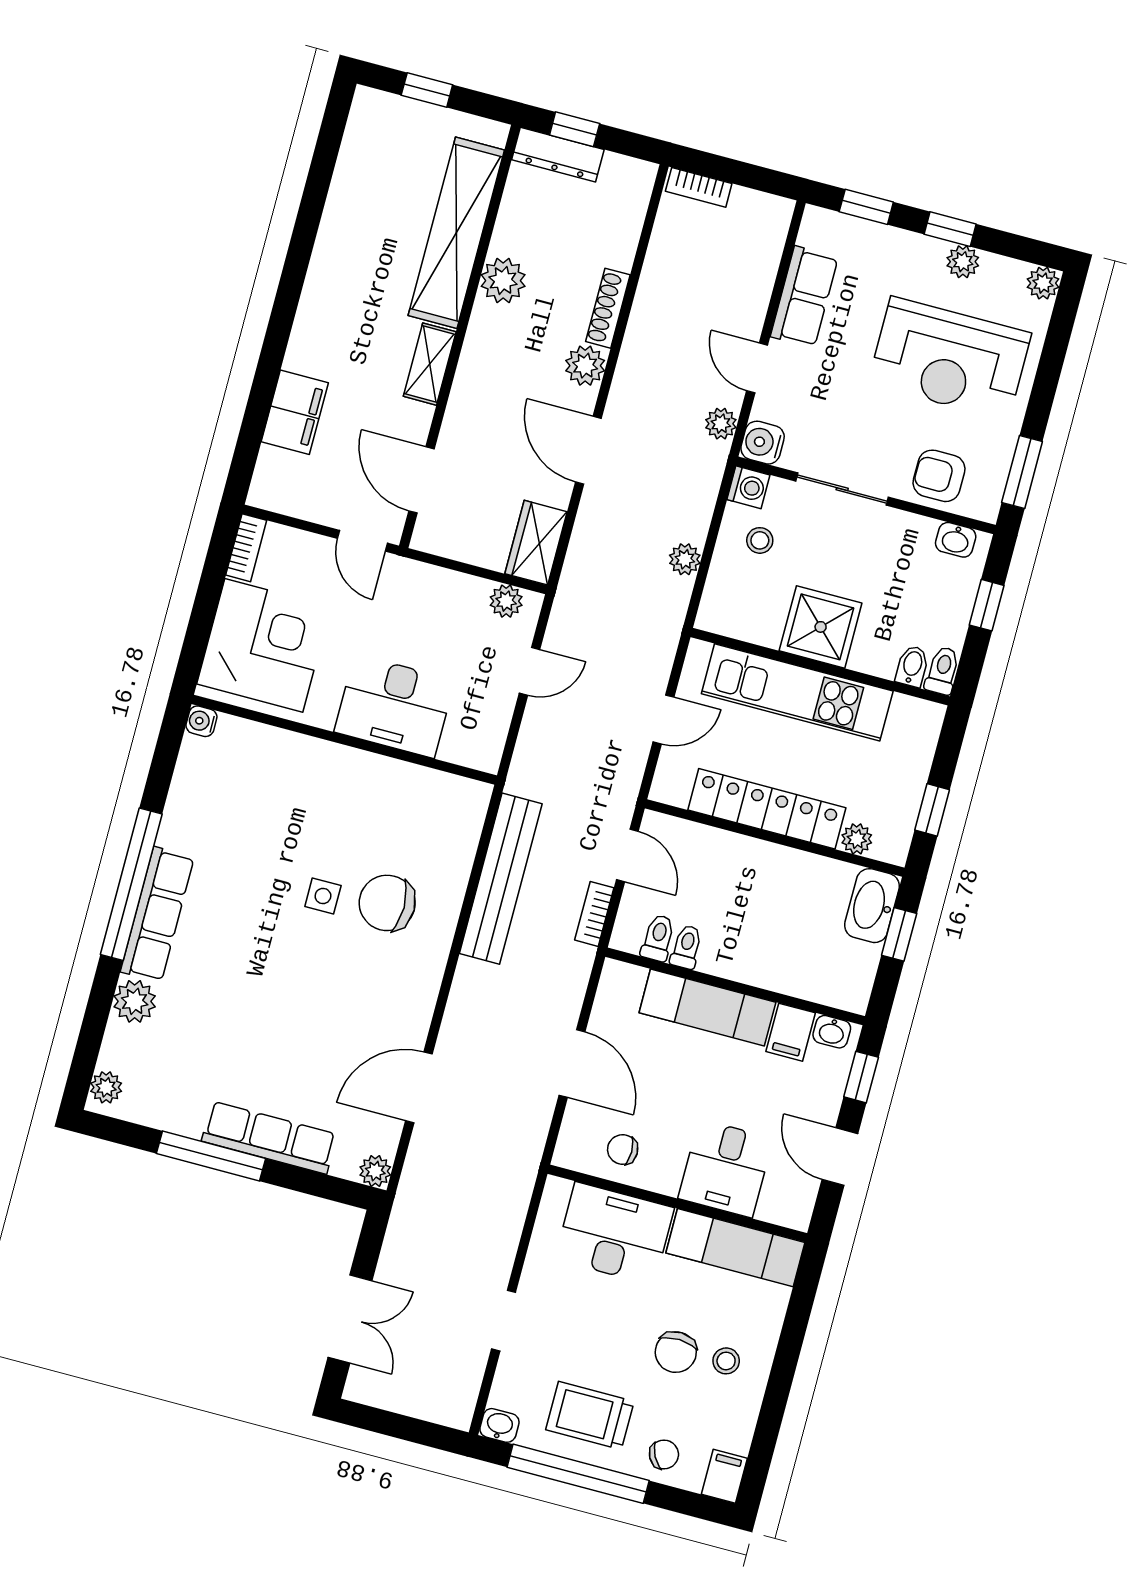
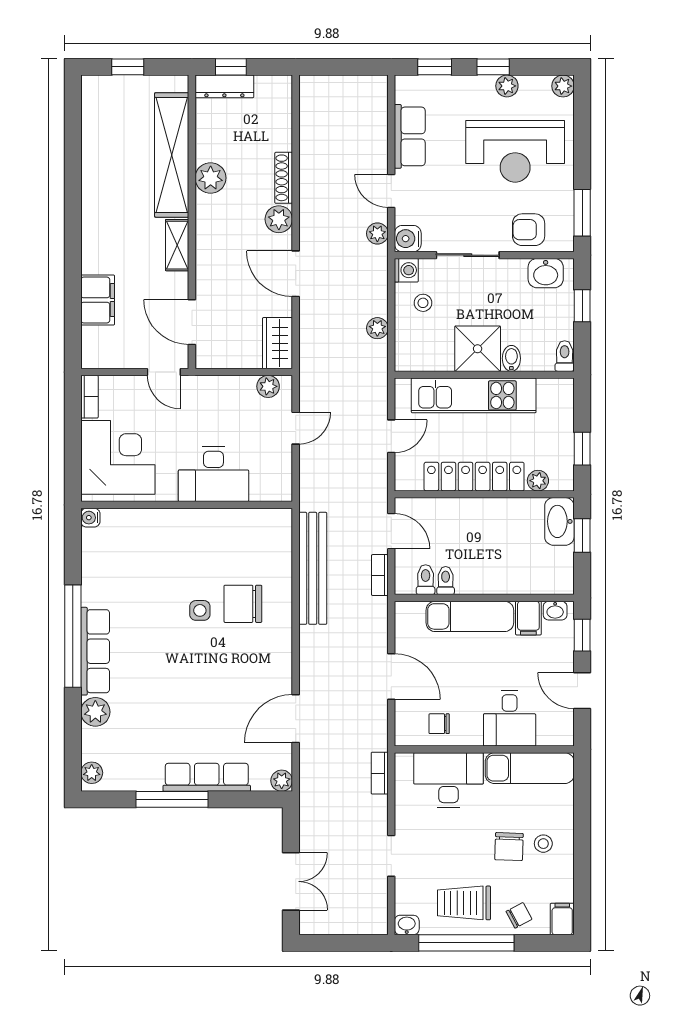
bookcase: (699, 187) -> (380, 773), moved, turned 90
washbasin: (956, 540) -> (546, 273), width x1.38, depth x1.45
bidet: (912, 666) -> (511, 358), moved

